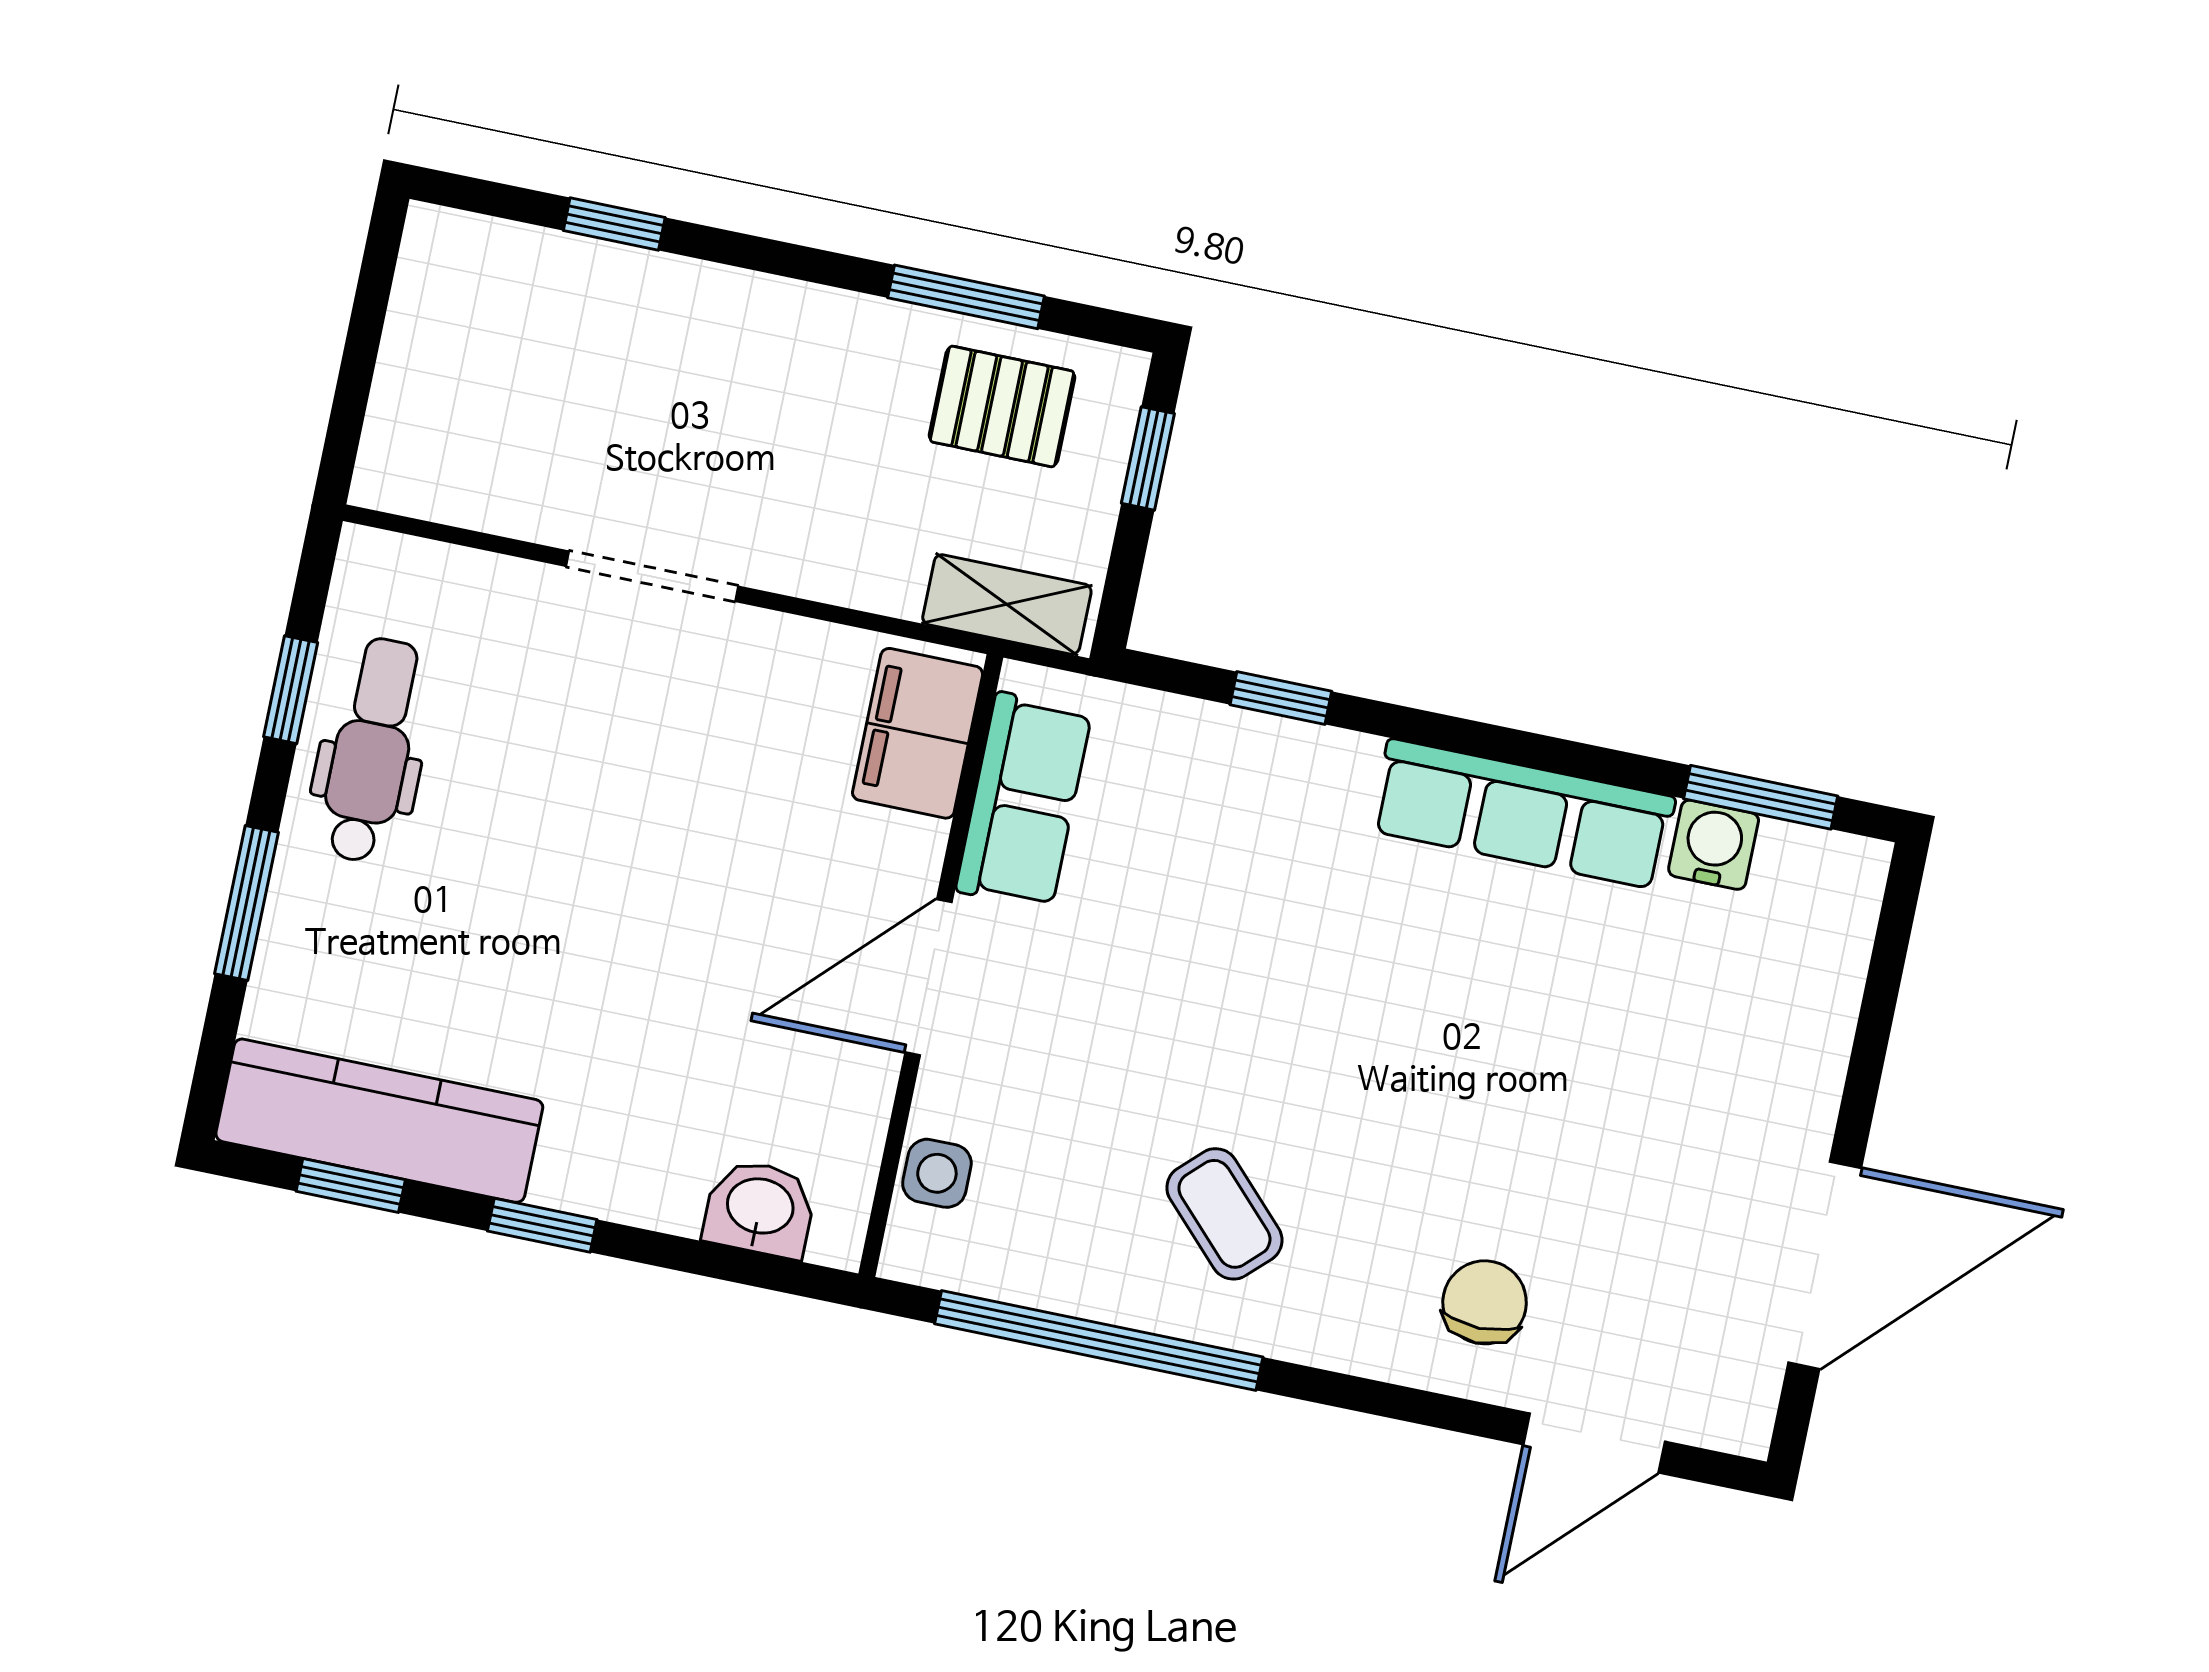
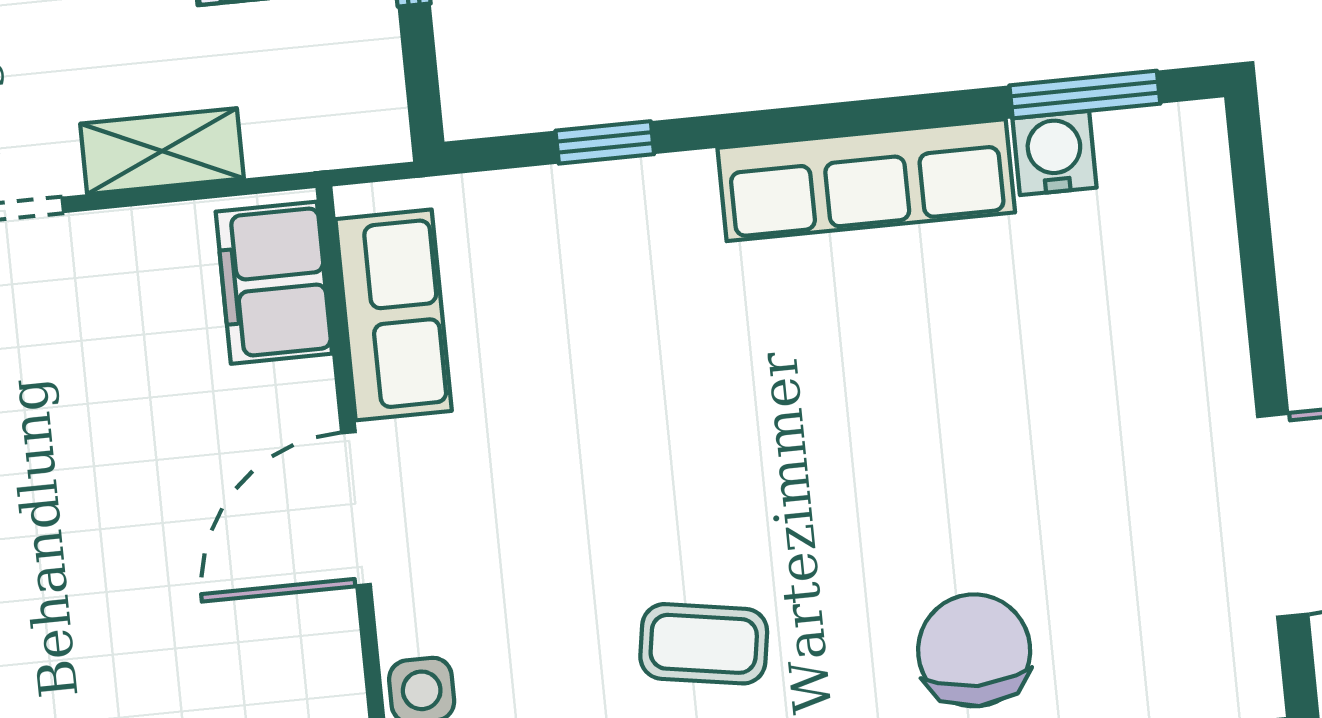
shelving: (1007, 604) -> (162, 151), moved
coffee table: (1224, 1214) -> (704, 644), turned -37
chair: (1485, 1302) -> (974, 650), width x1.37, depth x1.37

